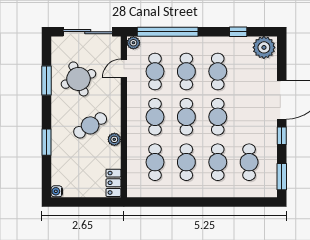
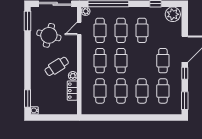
round table: (78, 79) -> (49, 35), turned 37
window: (46, 81) -> (28, 21), moved
cafe table: (218, 117) -> (163, 61), moved
window: (46, 142) -> (28, 98), moved
locker: (113, 183) -> (72, 91), moved

